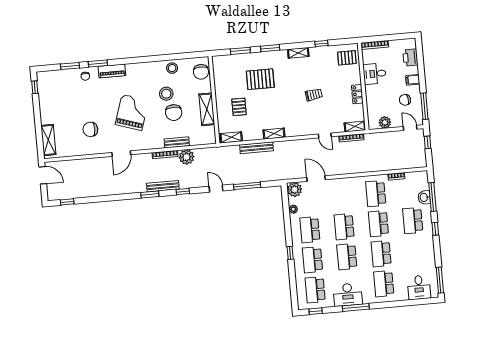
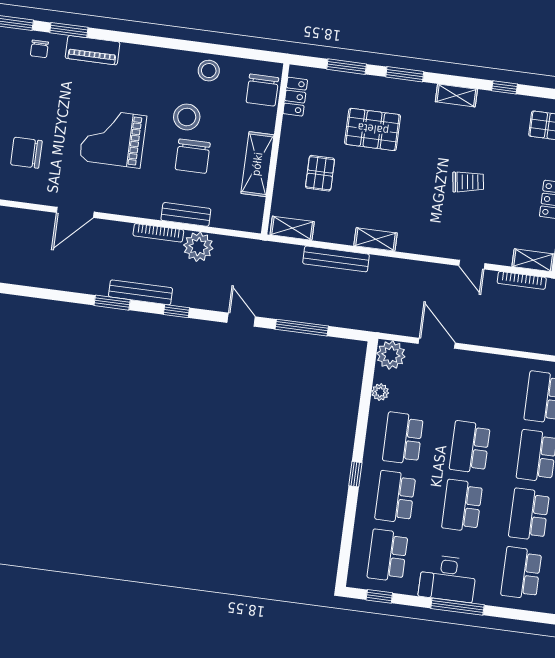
locker: (218, 71) -> (295, 97), added
grand piano: (132, 112) -> (113, 138), turned -108

